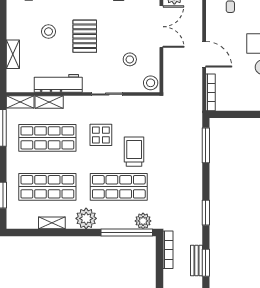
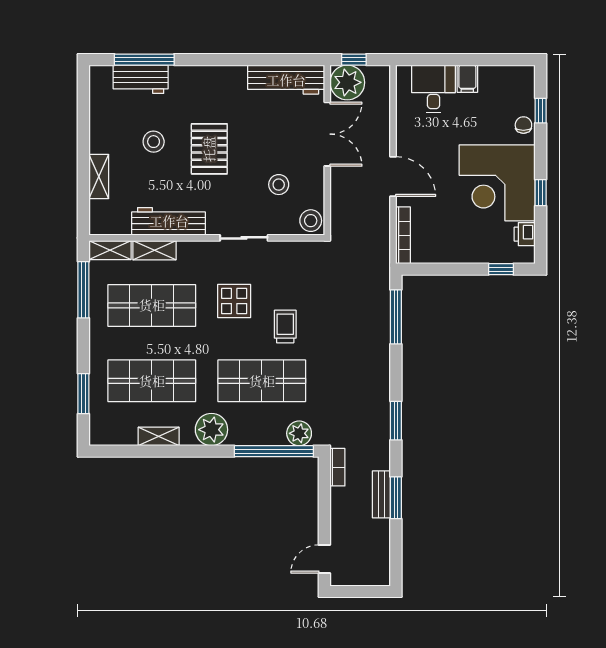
trolley: (134, 152) -> (285, 326), width x0.73, depth x0.72
bookcase: (168, 250) -> (337, 467), width x0.64

